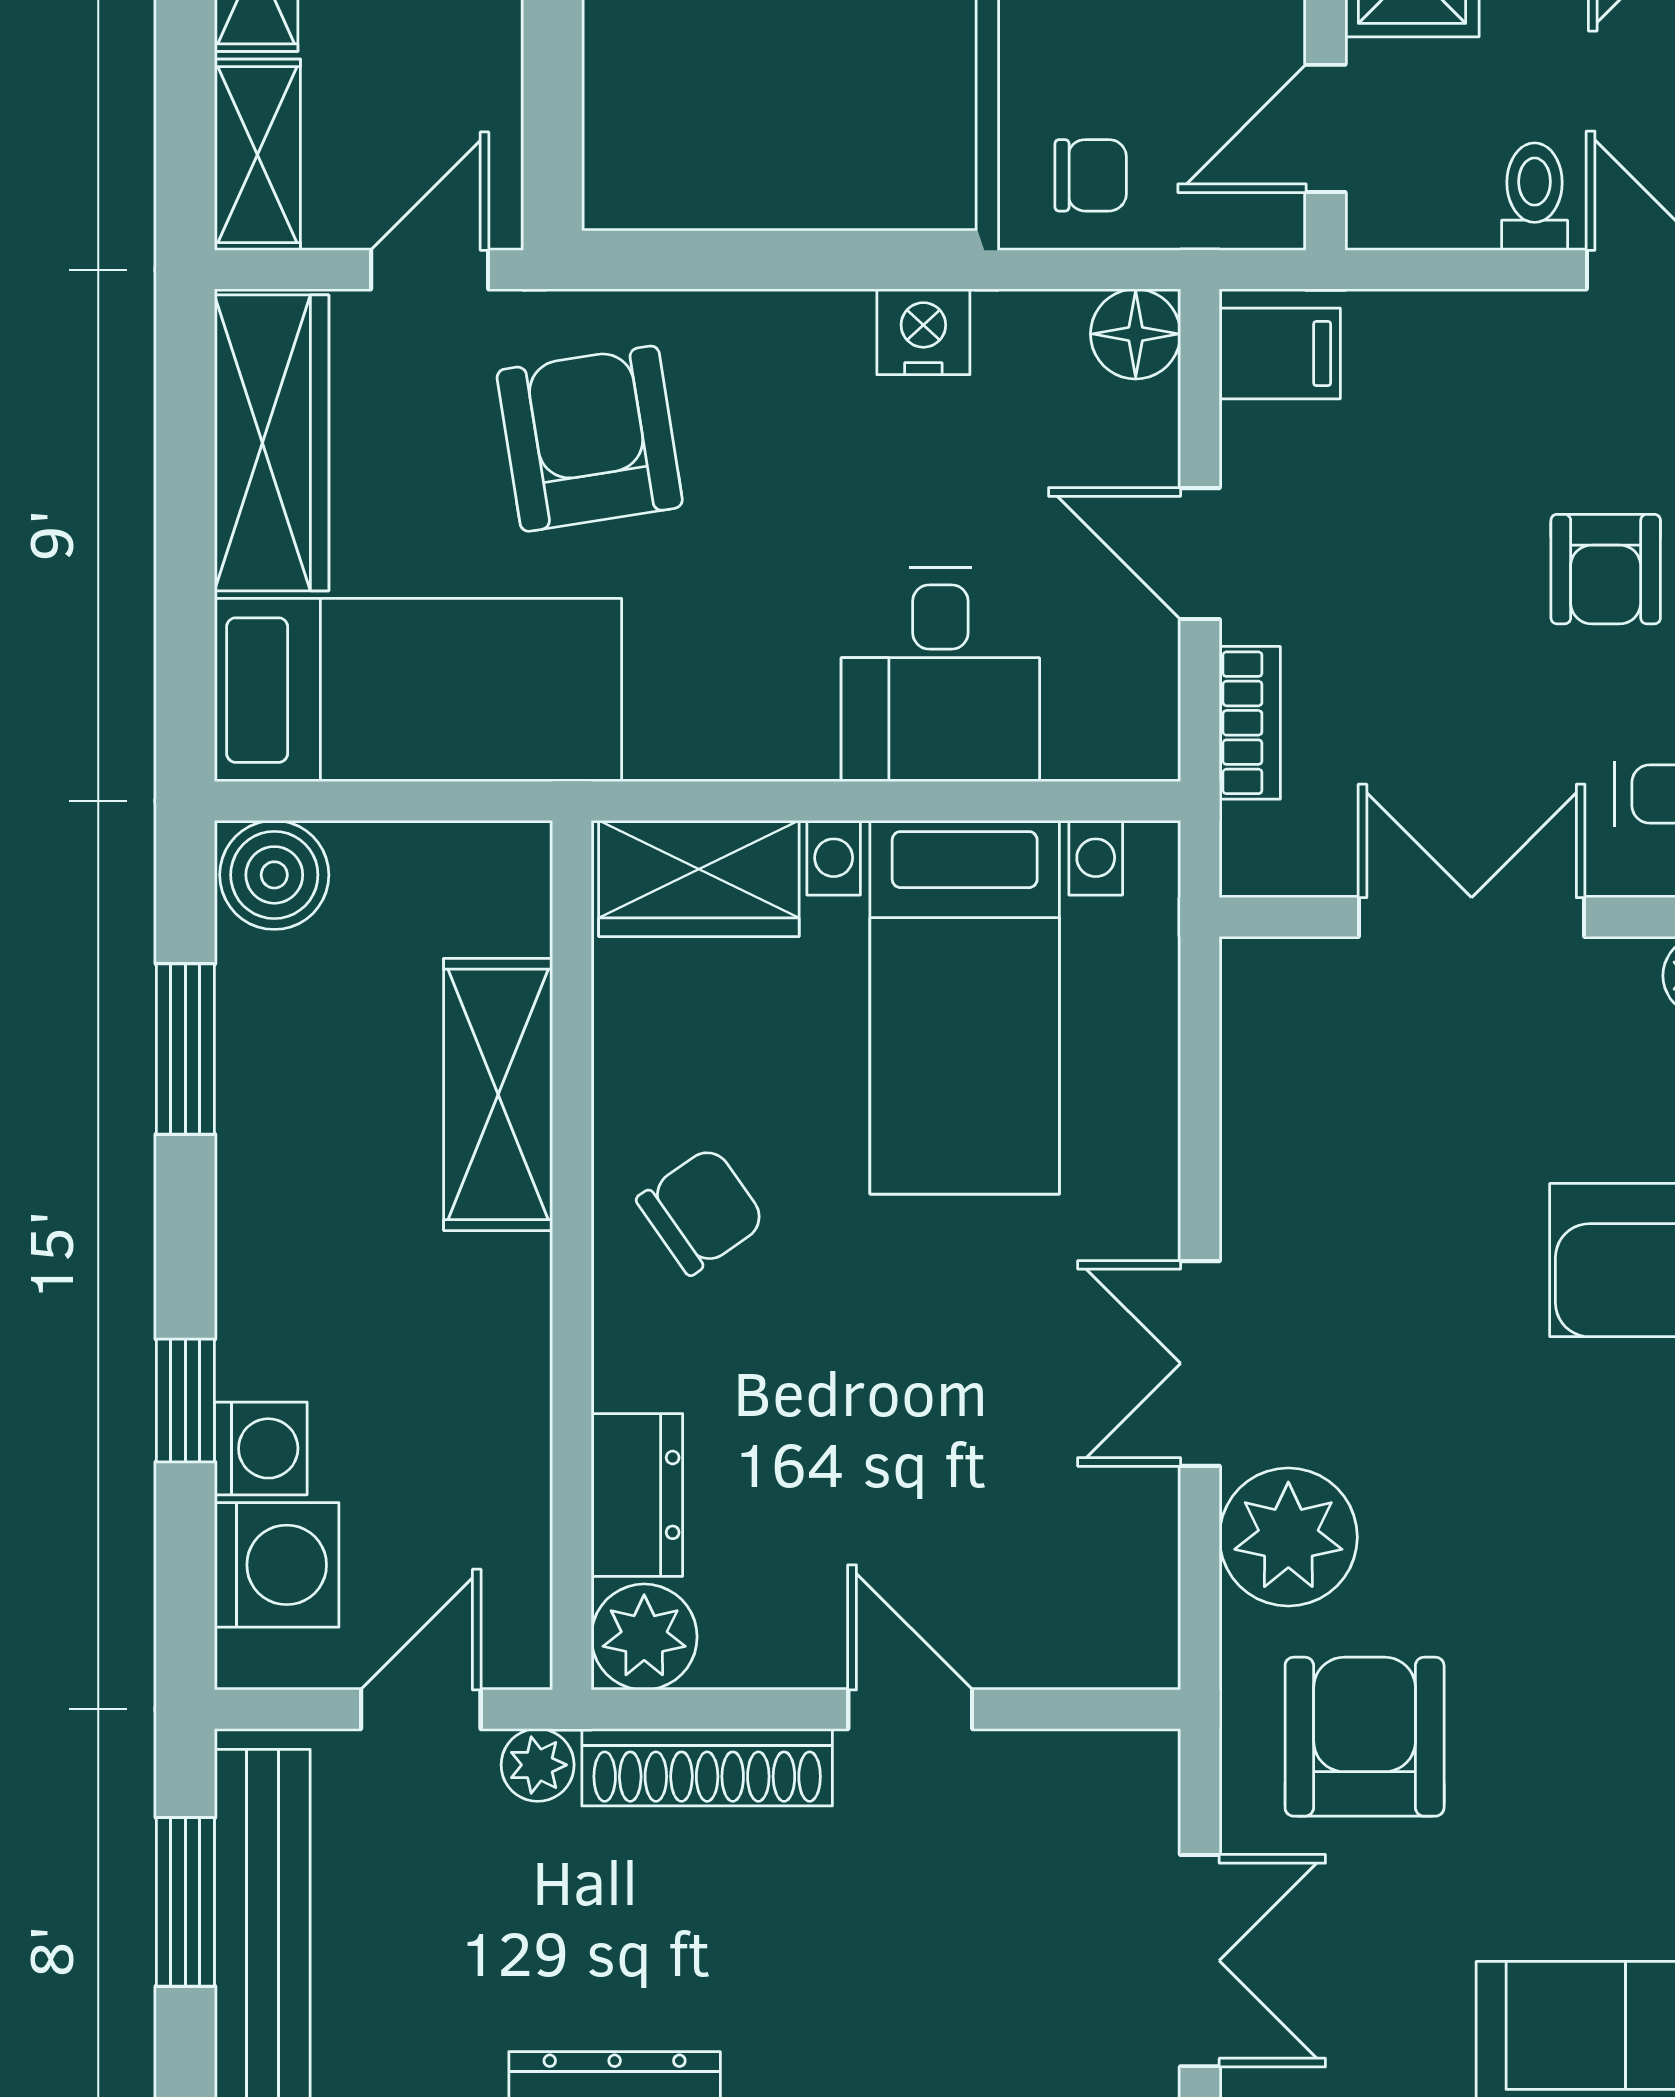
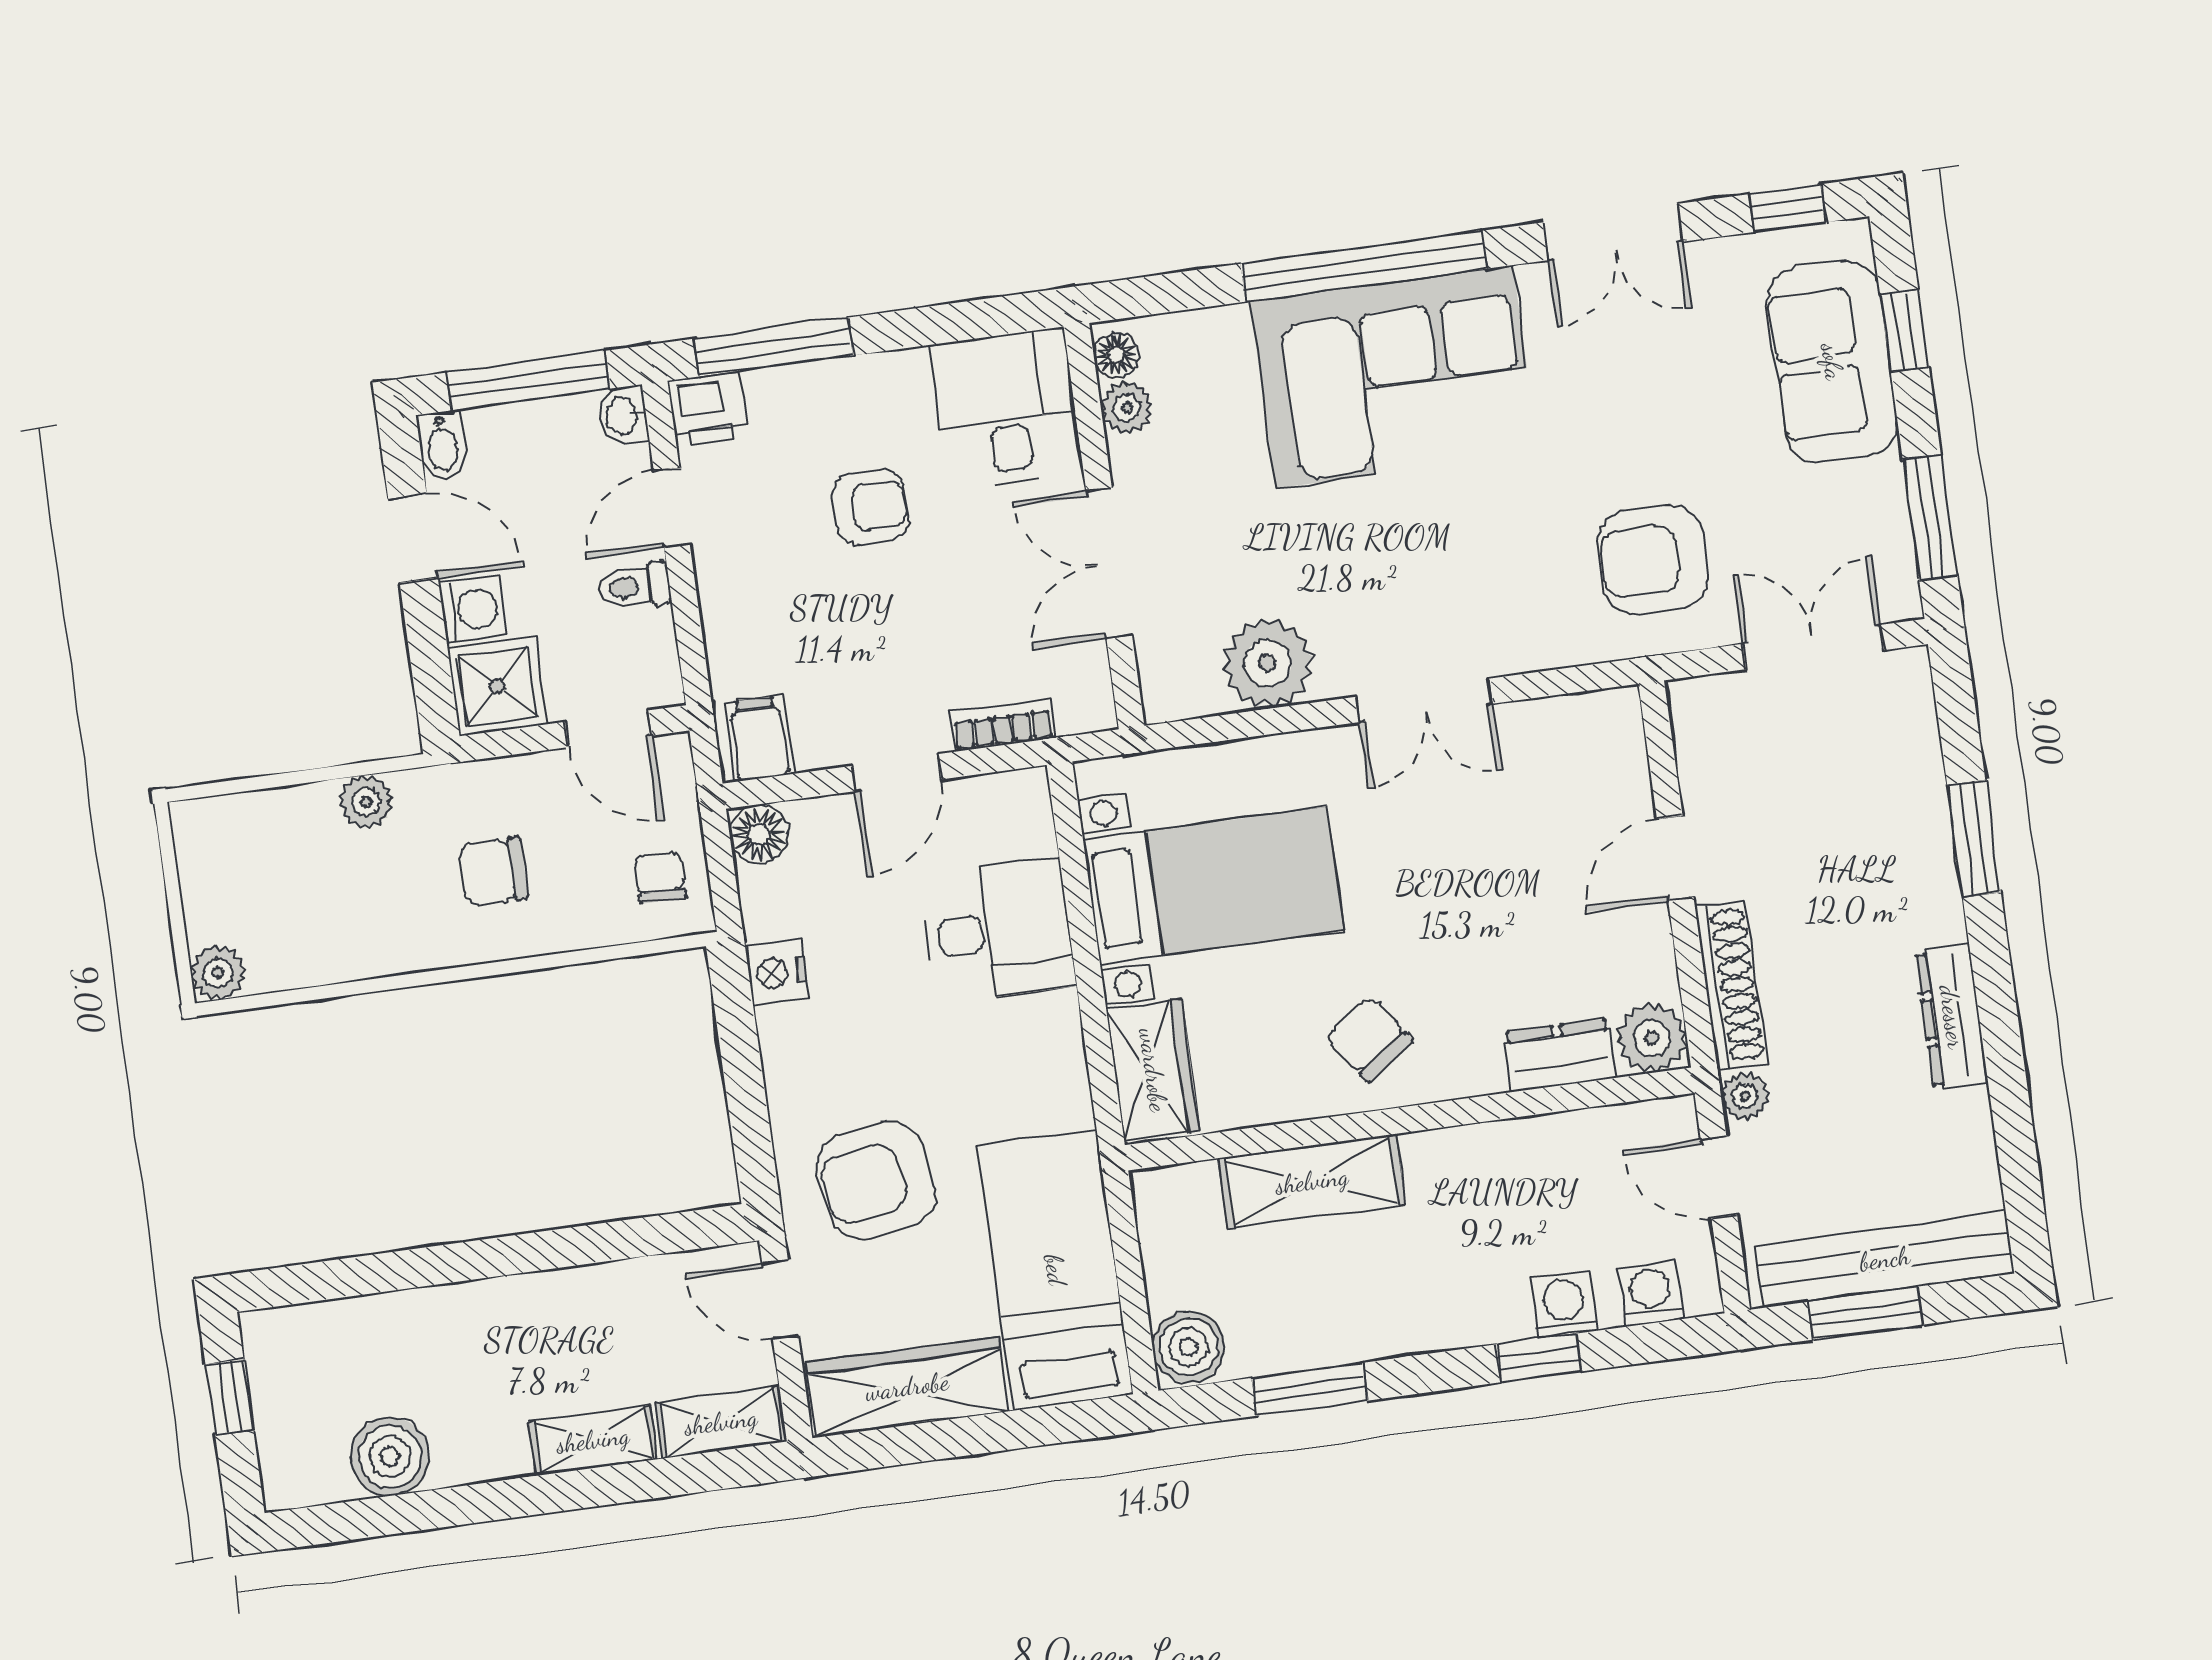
plant: (1288, 1537) -> (1268, 663), moved
washing machine: (277, 1565) -> (1650, 1293), width x0.73, depth x0.73

